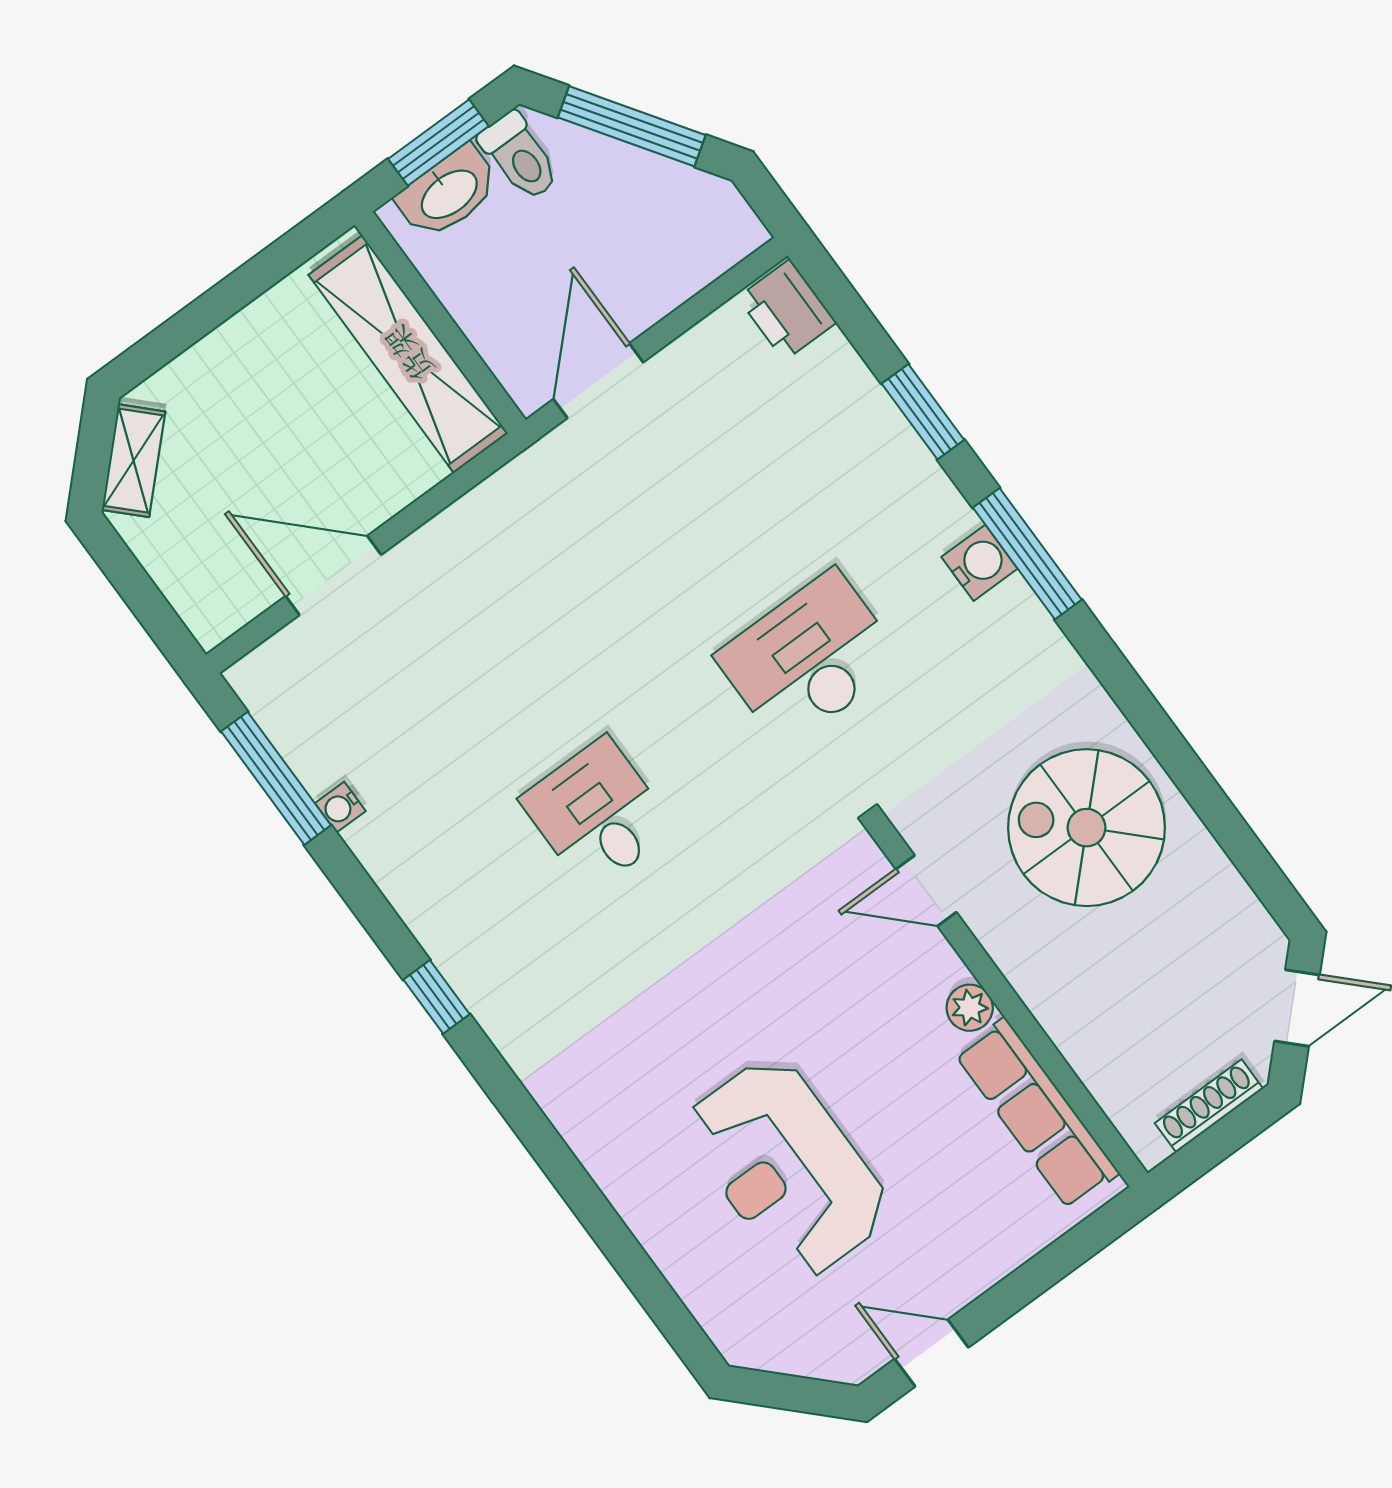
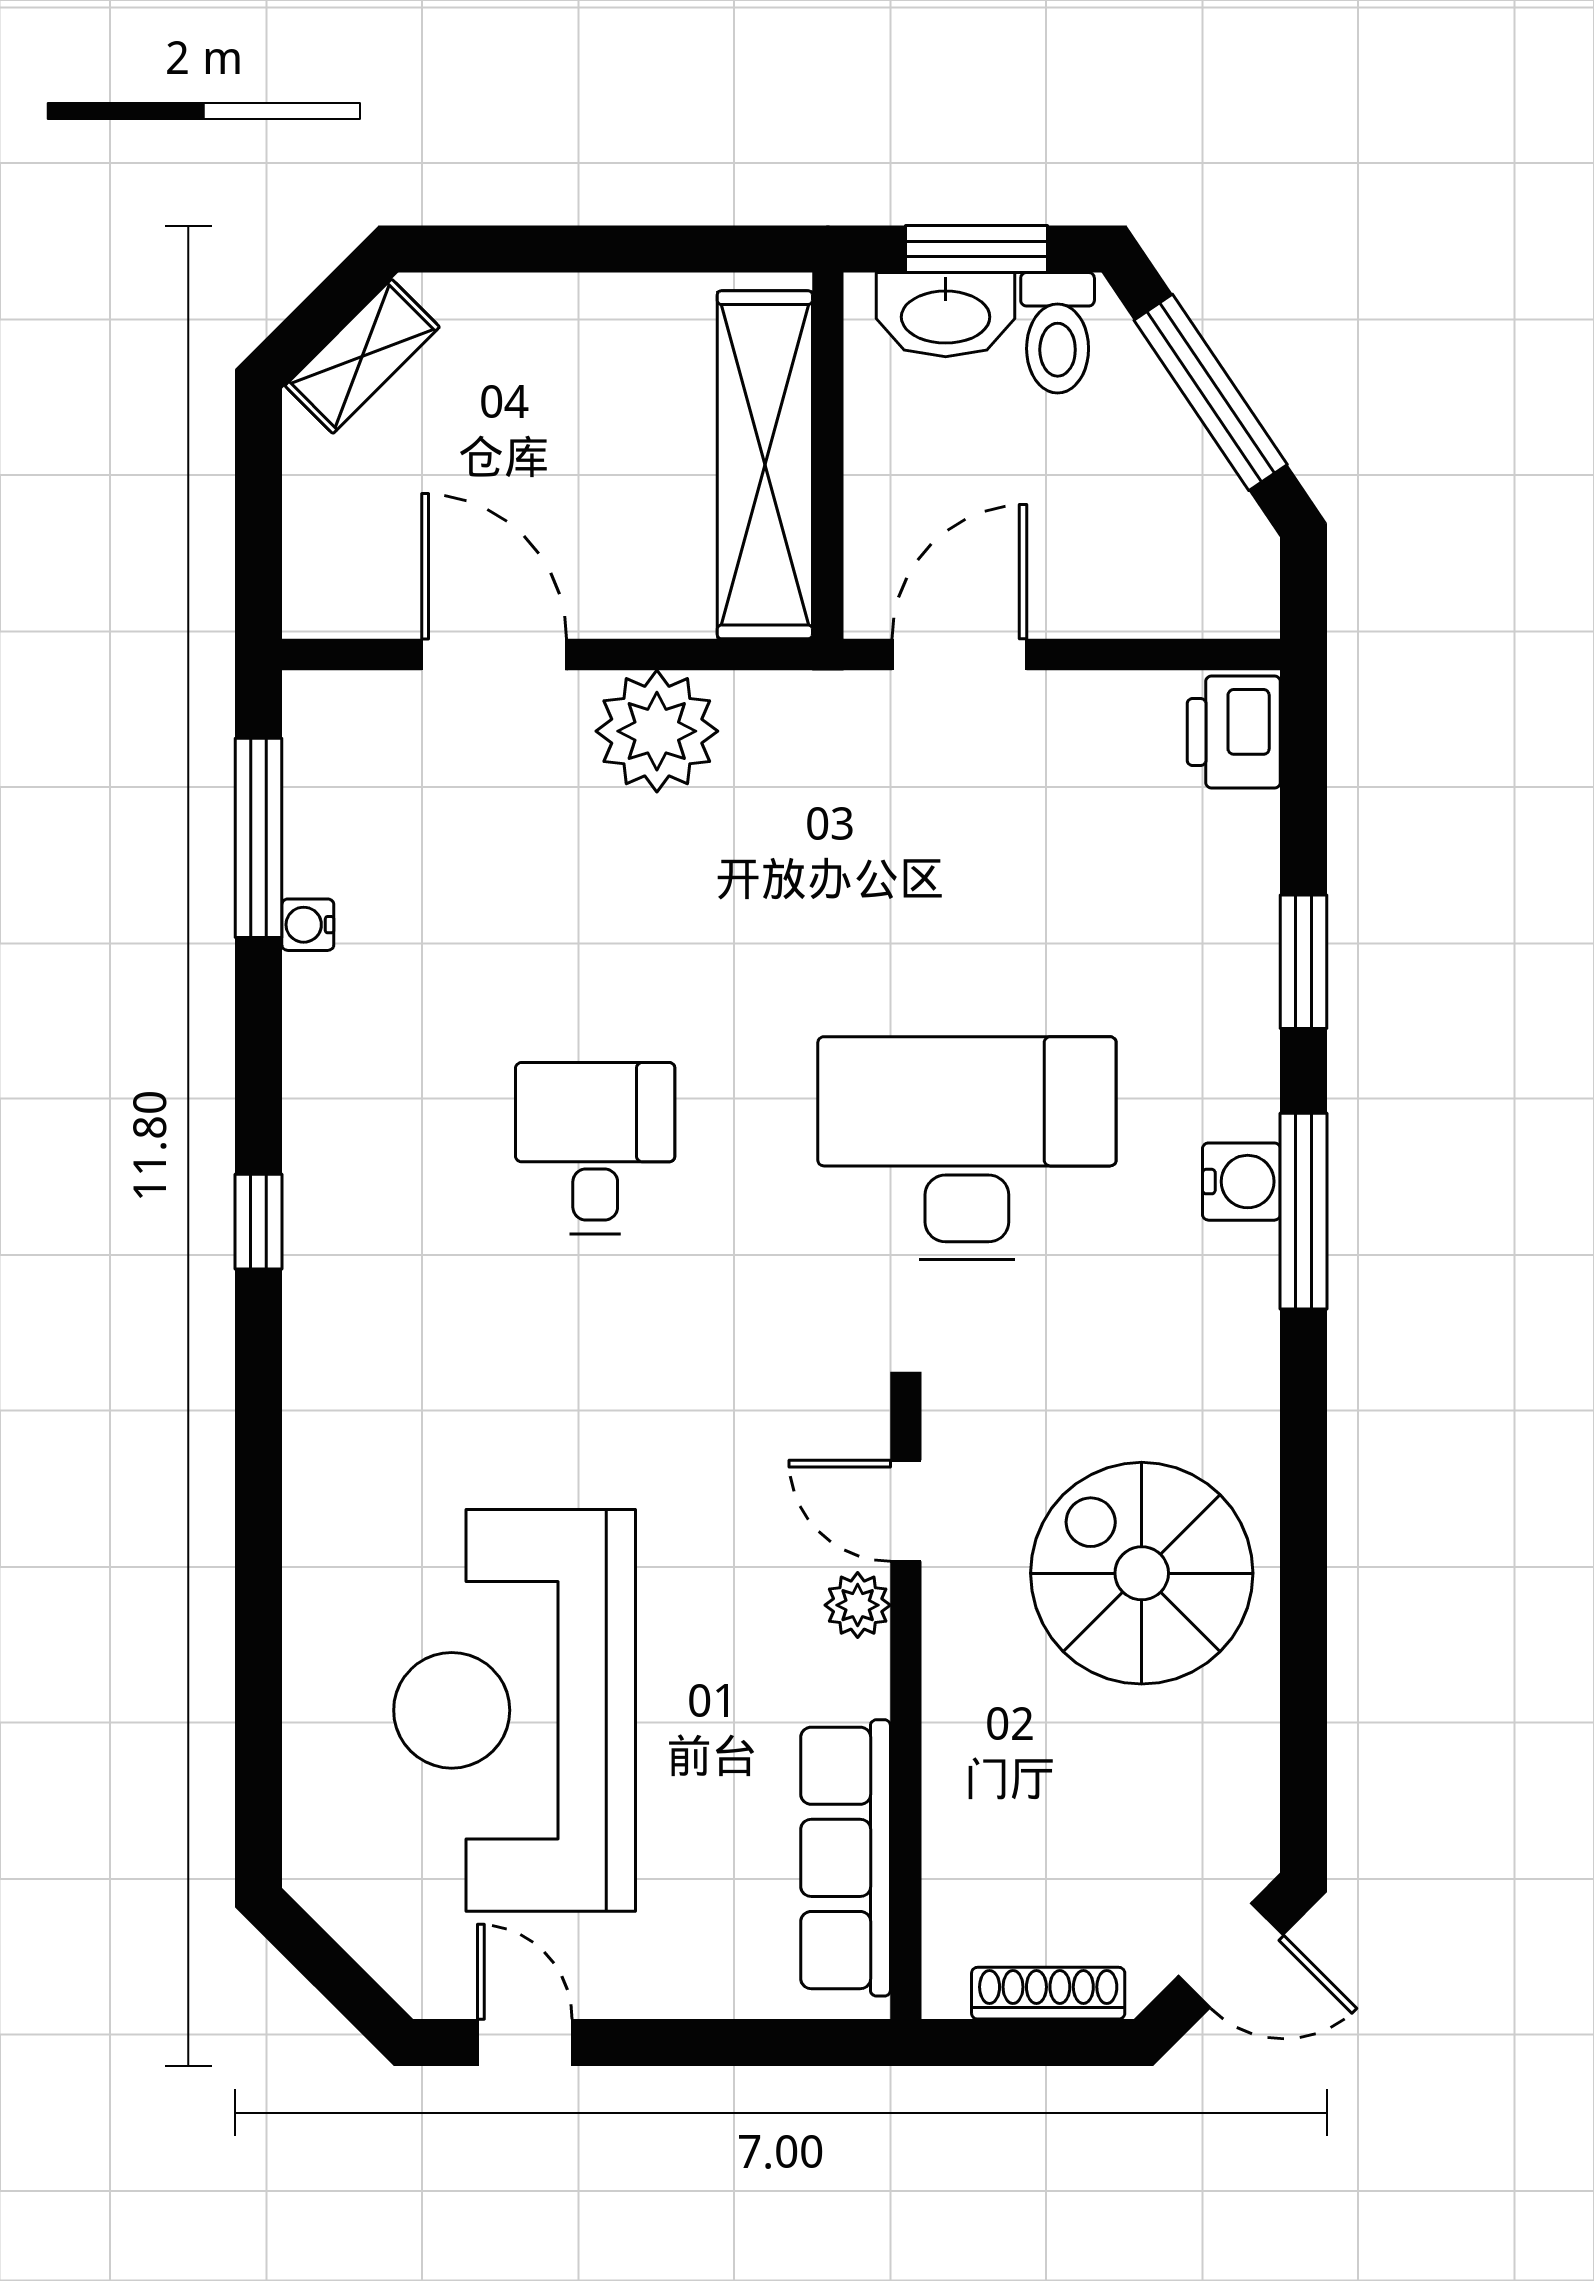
plant: (458, 551) -> (657, 731), added
desk: (809, 659) -> (967, 1148), width x1.36, depth x1.30
plant: (970, 1008) -> (858, 1605), moved
reception desk: (787, 1168) -> (515, 1710), width x1.36, depth x1.30

